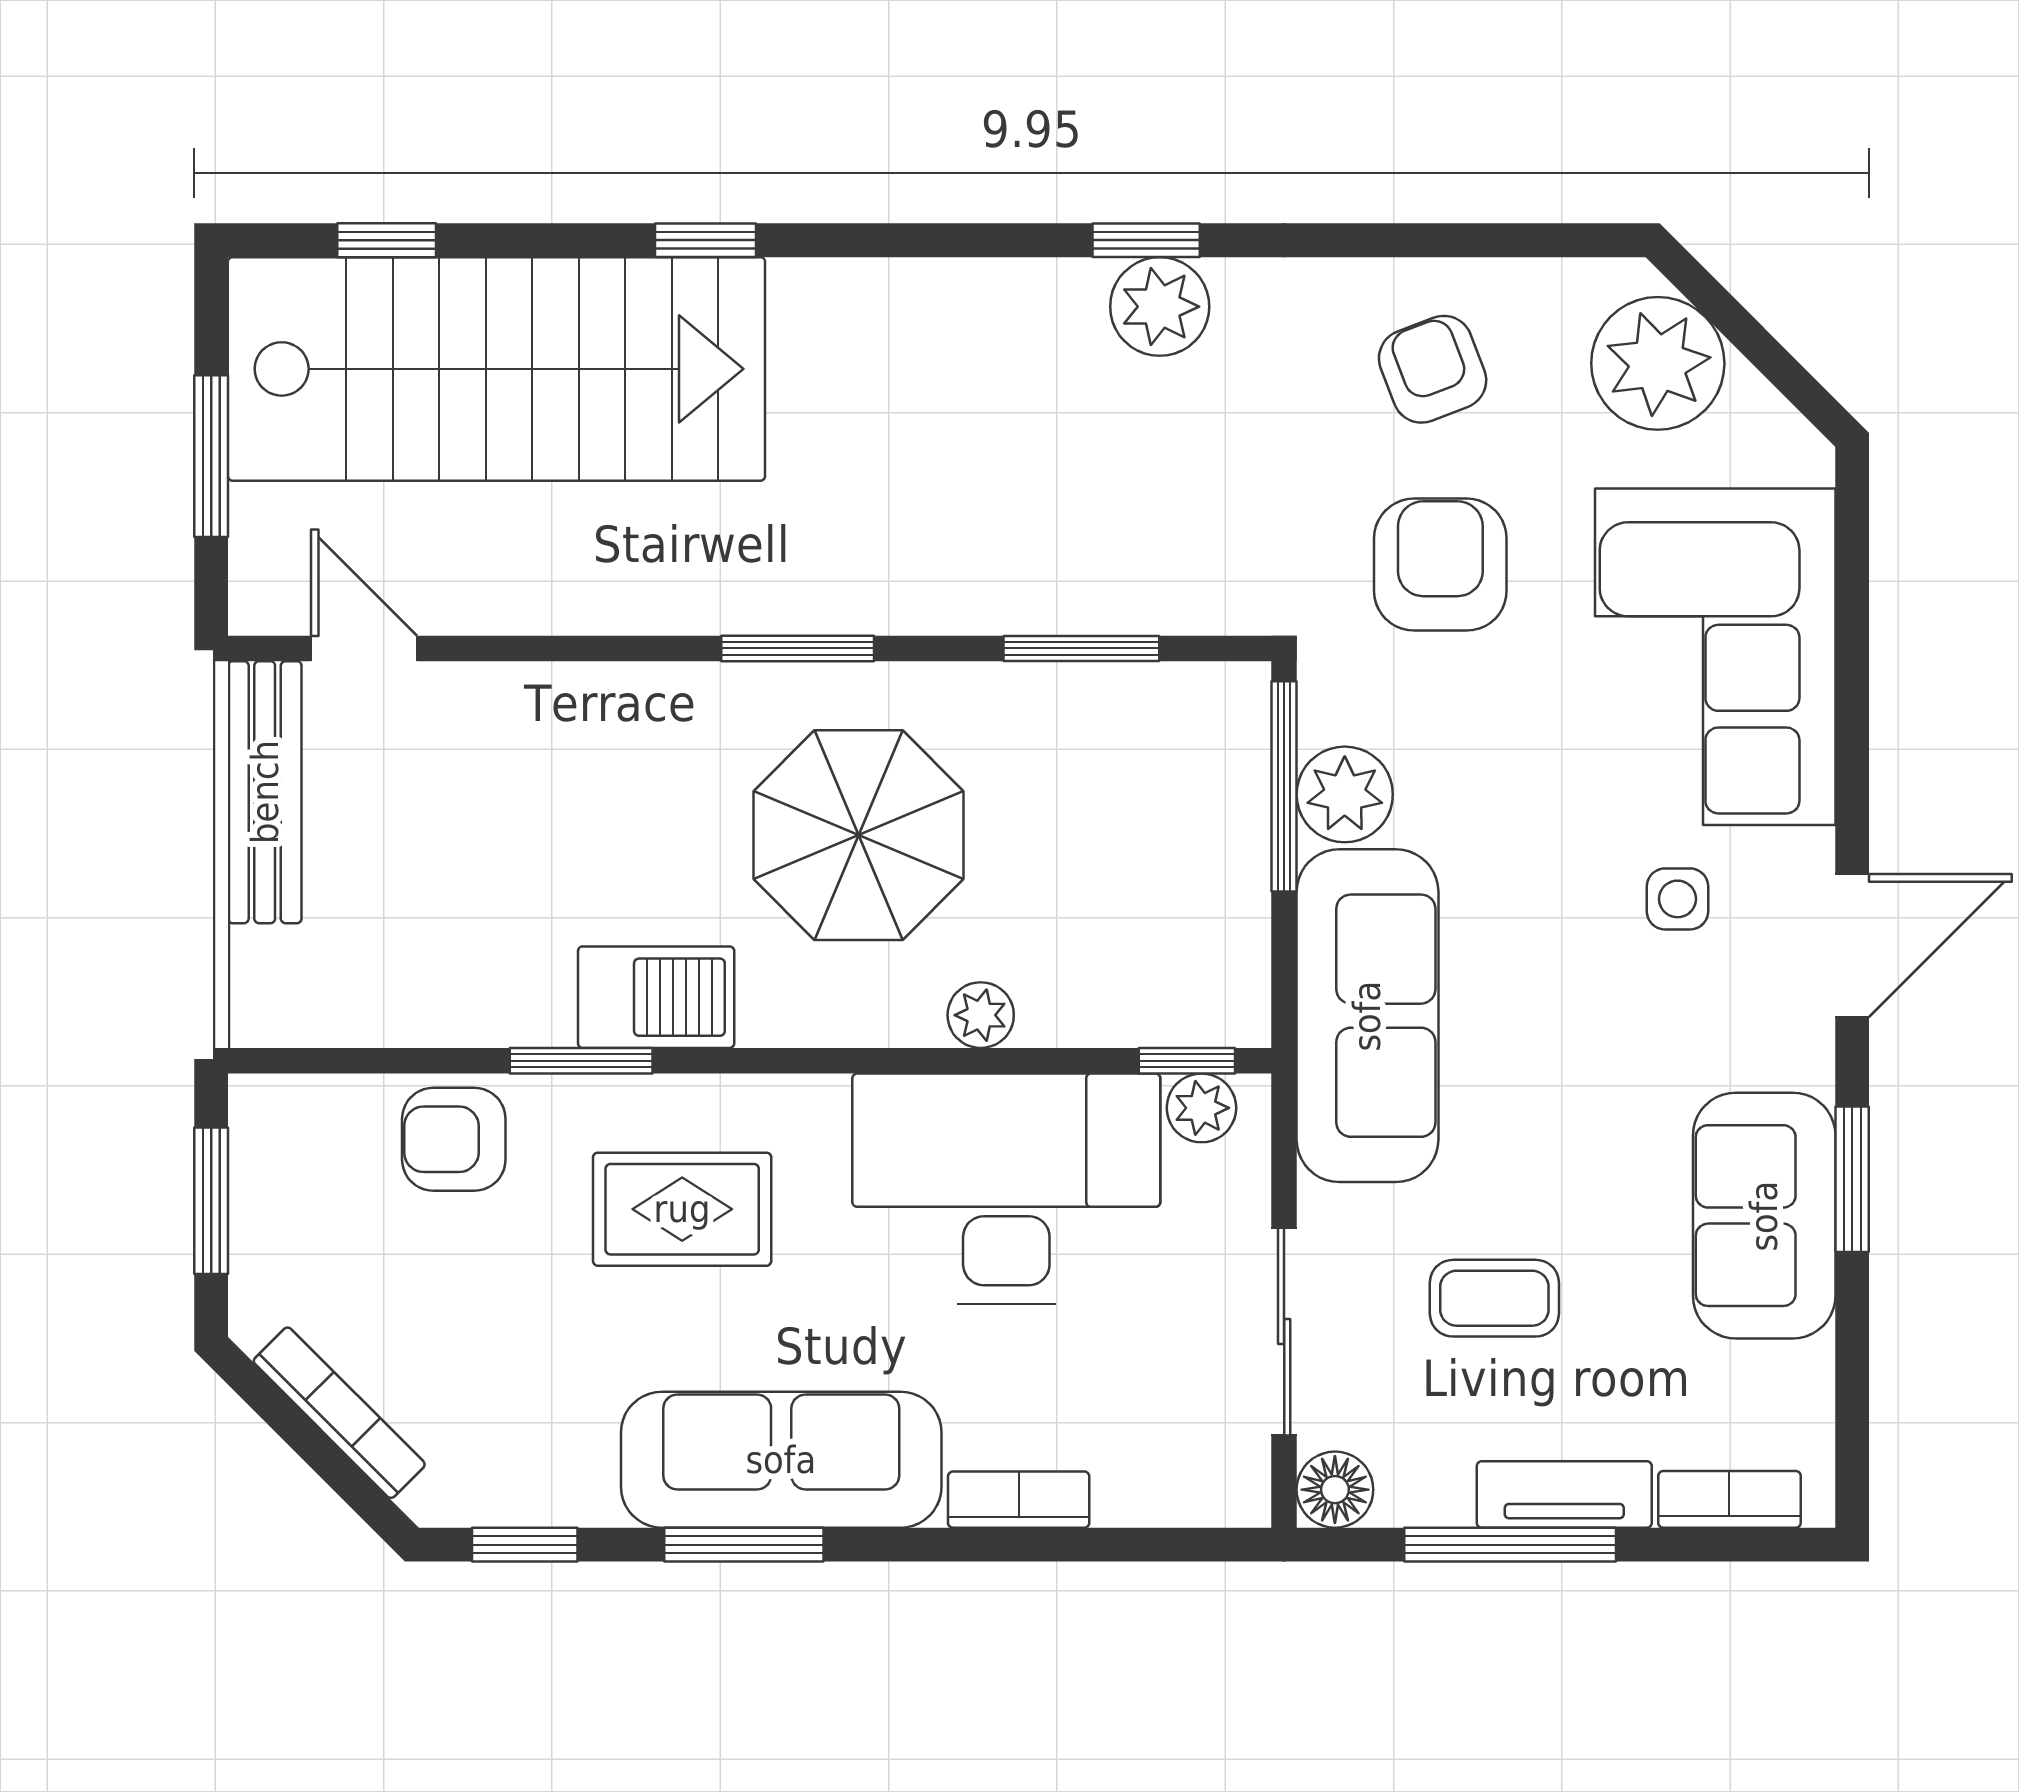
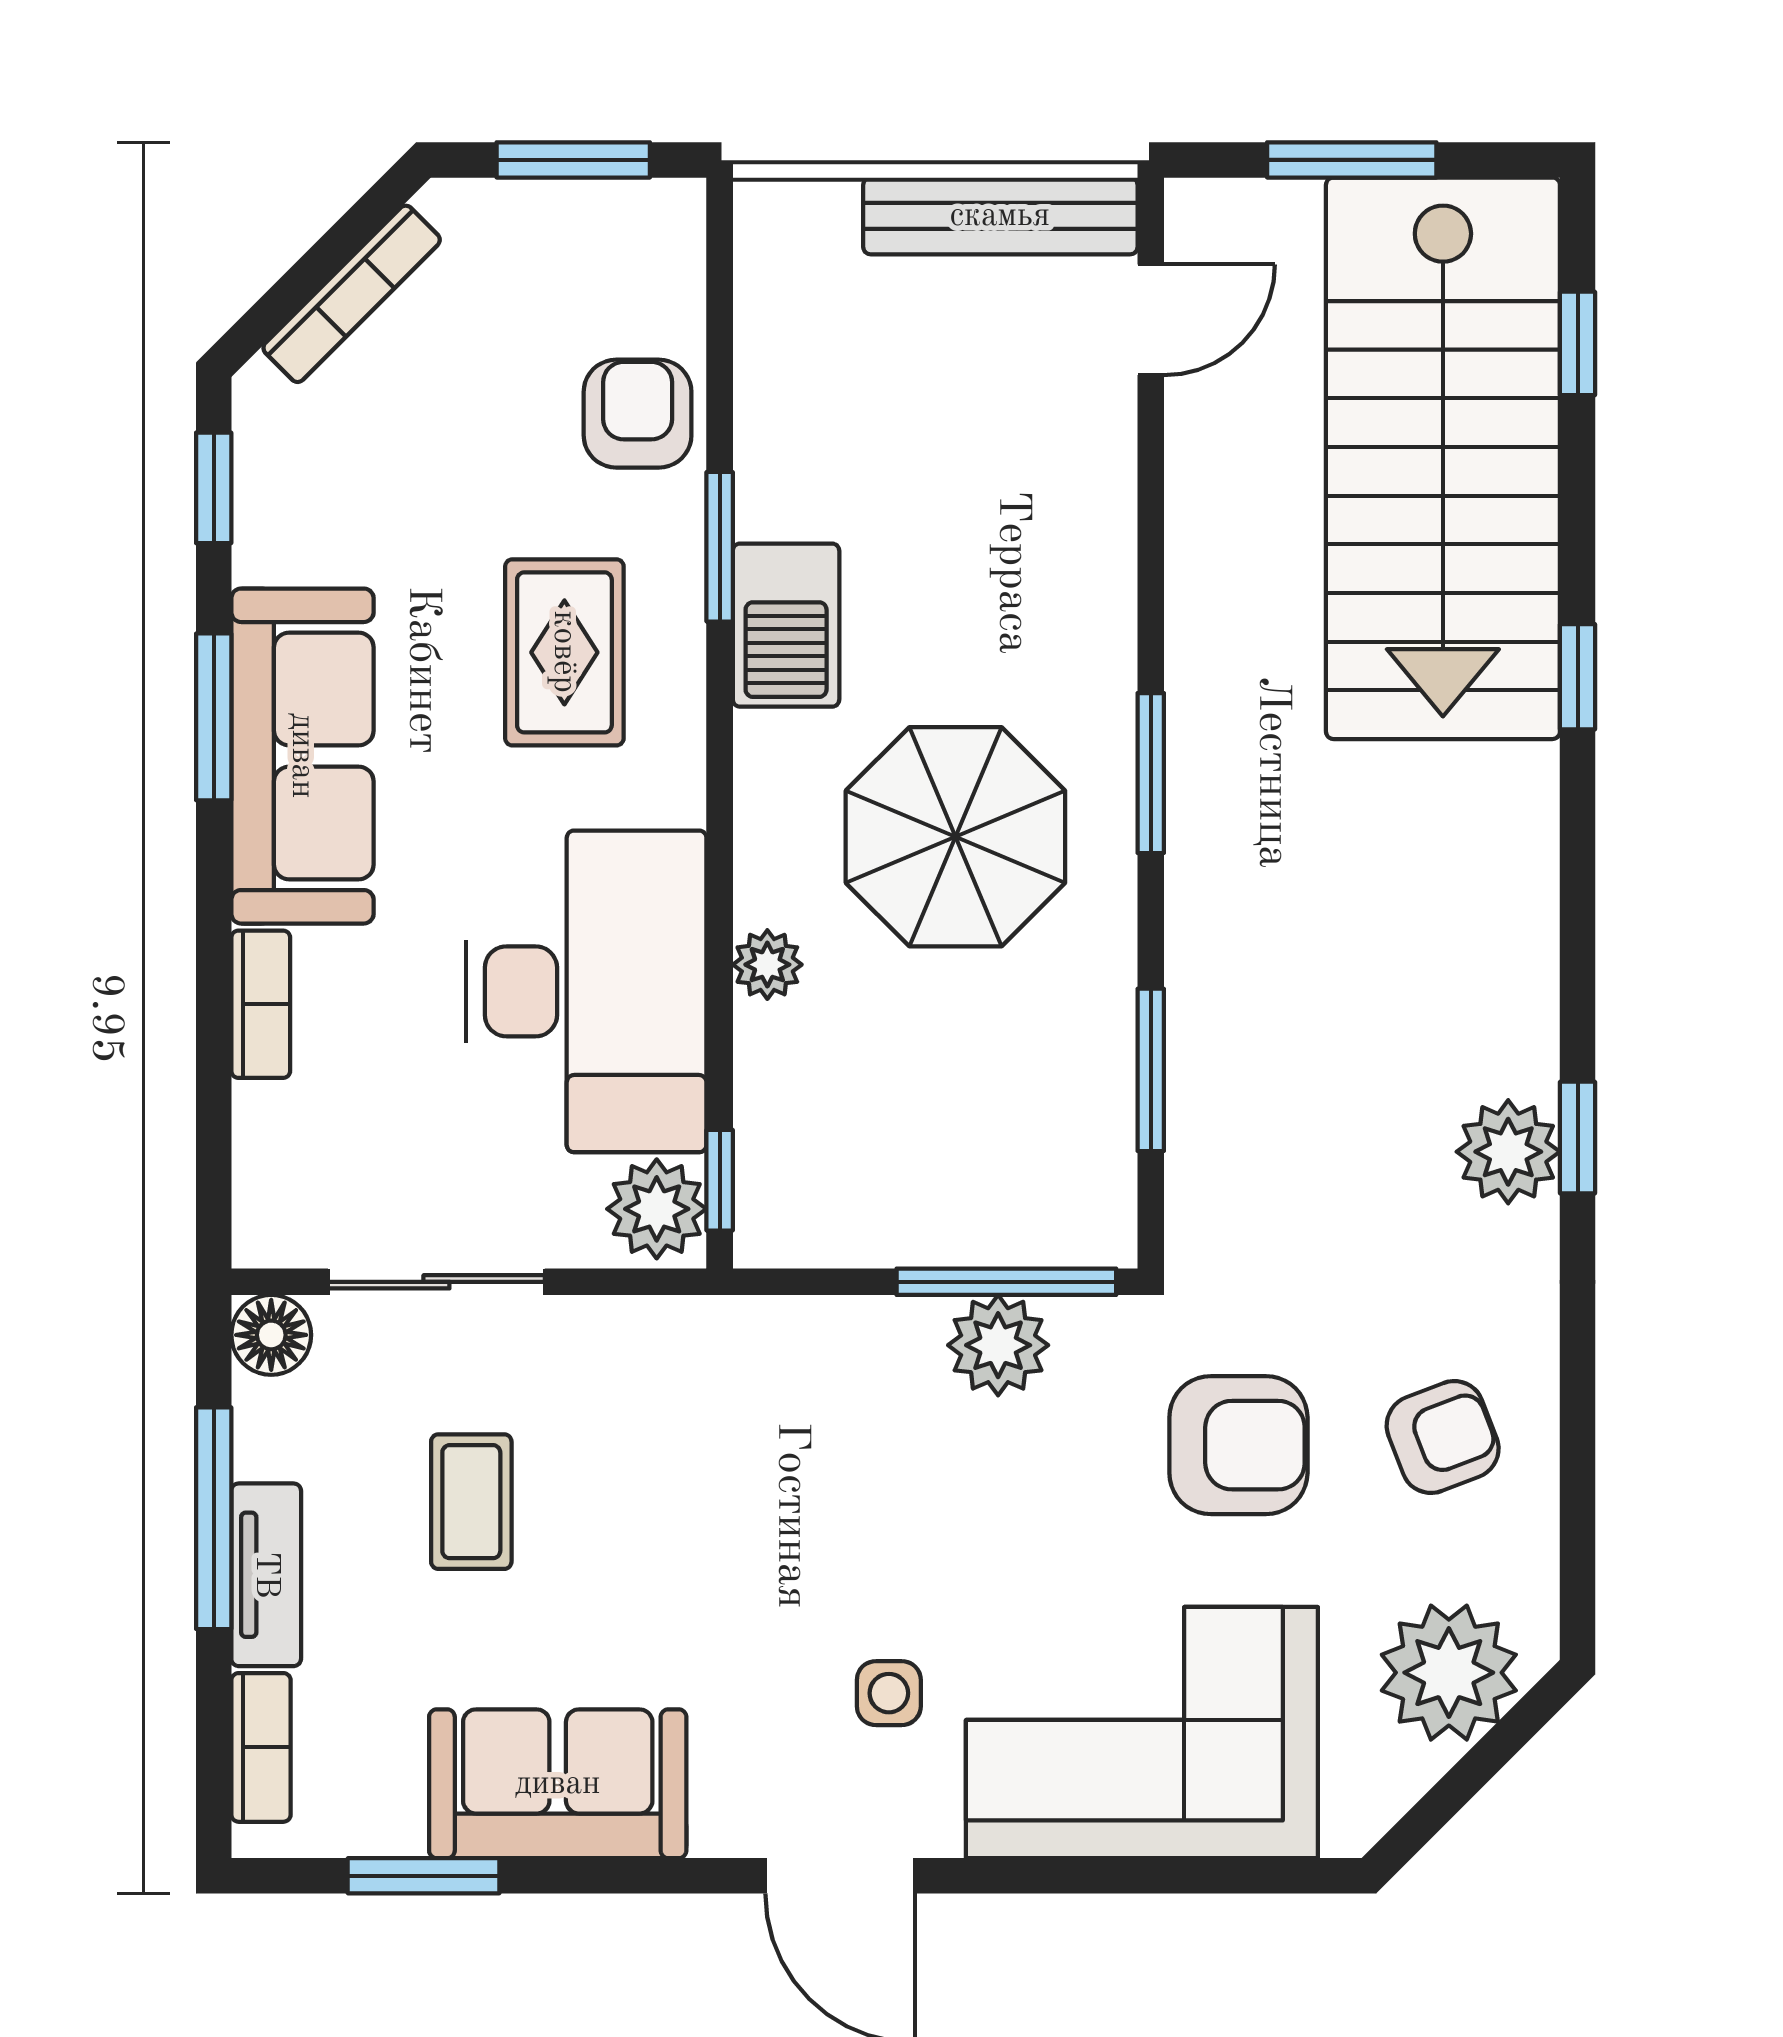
sofa: (1367, 1016) -> (767, 1369), removed
plant: (1201, 1108) -> (657, 1209), width x1.38, depth x1.38
window: (1852, 1179) -> (424, 1876), moved

